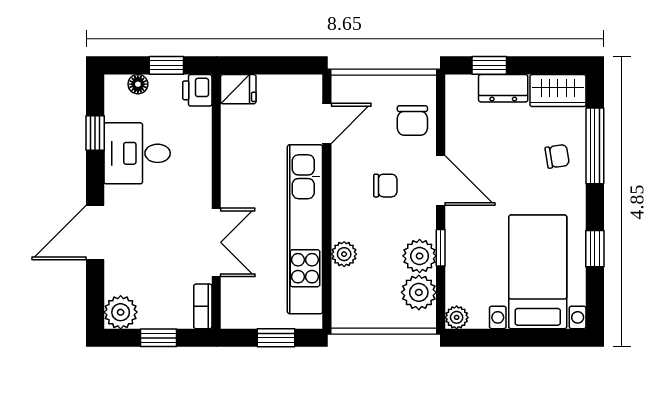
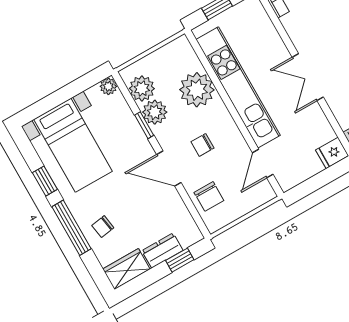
chair: (412, 121) -> (209, 196), turned 180
window: (595, 146) -> (72, 228), moved
double door: (216, 242) -> (308, 77), moved
plant: (344, 254) -> (197, 90), width x1.88, depth x1.88

